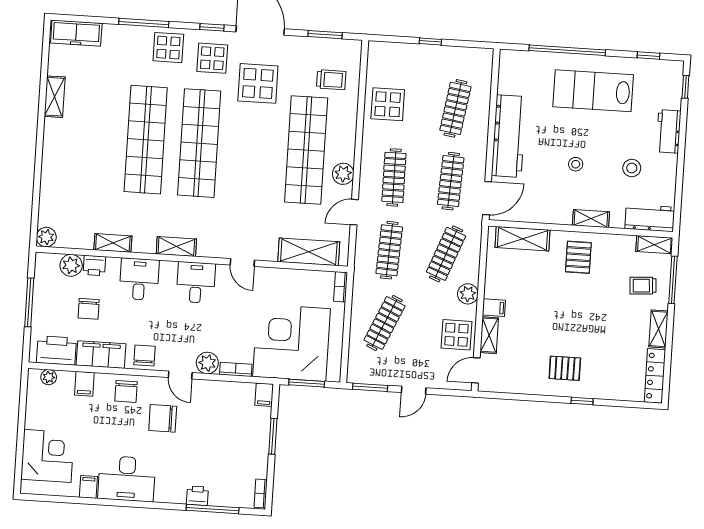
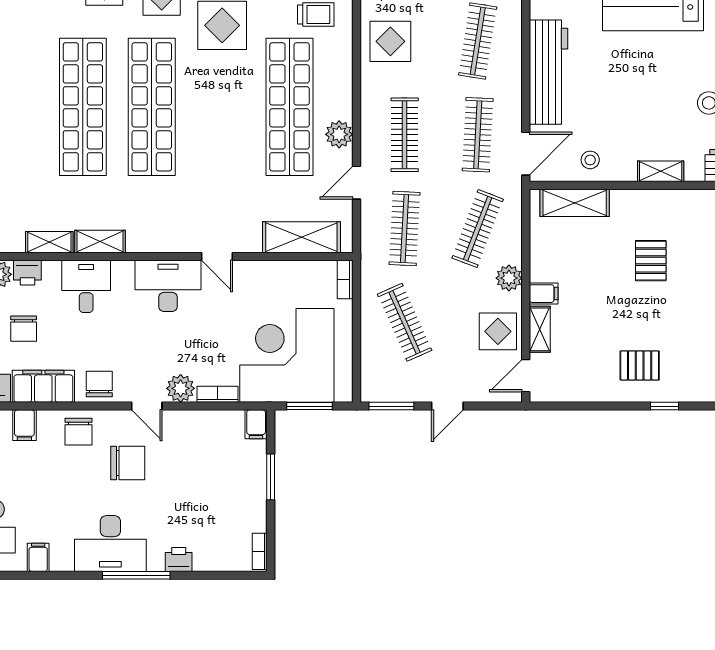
stool: (576, 164) -> (590, 160), moved
shelving: (176, 247) -> (100, 241), moved
pallet: (578, 257) -> (651, 261), moved
desk: (196, 282) -> (168, 286), width x1.37
clothes rail: (385, 323) -> (405, 322), turned -48
chair: (163, 418) -> (128, 463), turned 180
desk: (127, 479) -> (110, 544), moved
window: (213, 509) -> (136, 575), moved

